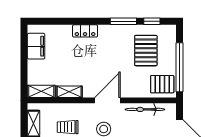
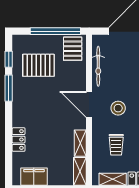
locker: (85, 31) -> (19, 140), moved

